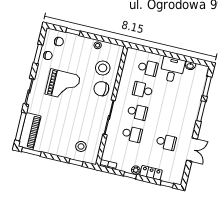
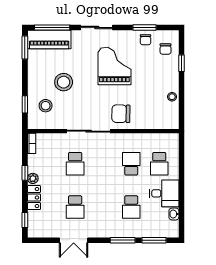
stool: (103, 68) -> (64, 82), moved
grand piano: (63, 85) -> (114, 66), turned 180
chair: (101, 89) -> (121, 114), turned -89
school desk: (137, 112) -> (131, 207), moved

